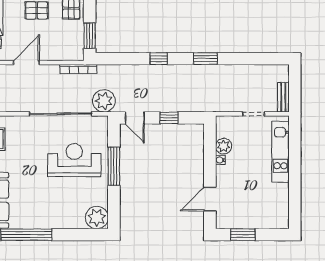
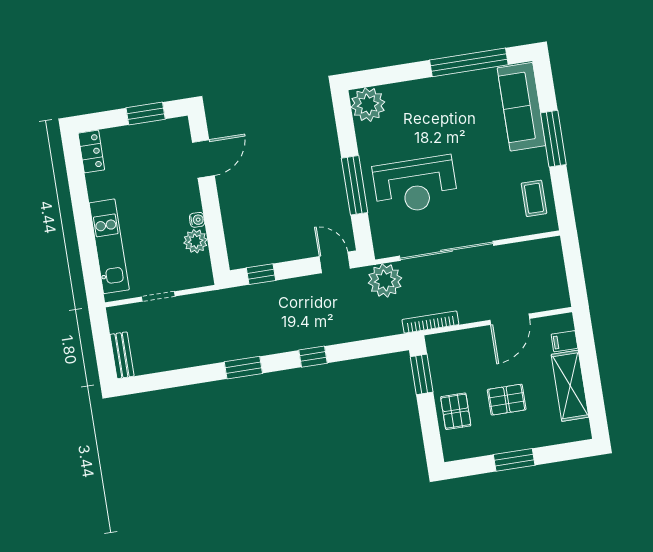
bench: (283, 97) -> (122, 355), moved
window: (169, 118) -> (261, 274), moved
locker: (282, 216) -> (91, 151), added

